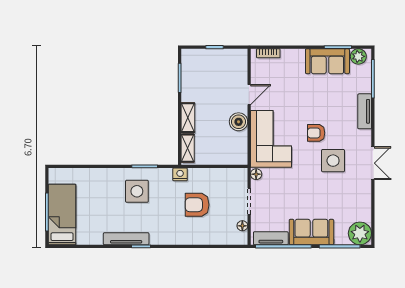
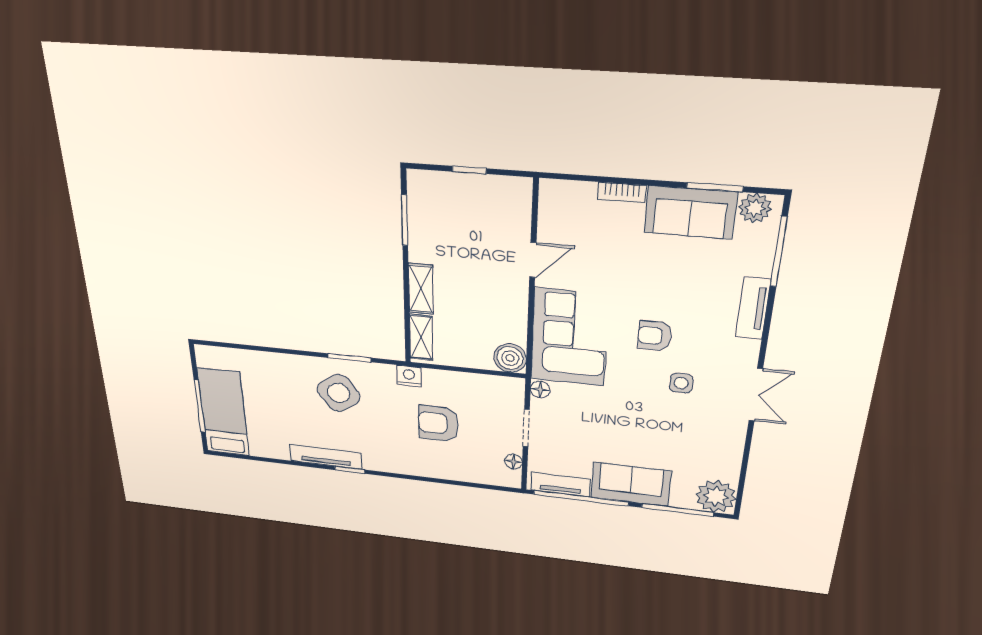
bookcase: (268, 53) -> (622, 192), moved
boiler: (239, 122) -> (510, 358), moved
side table: (333, 161) -> (681, 383), width x0.54, depth x0.54
side table: (137, 191) -> (339, 393), turned -37

